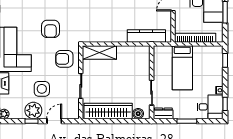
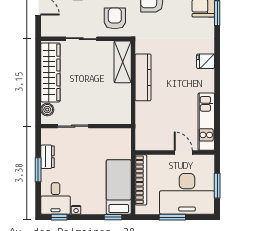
kitchen counter: (146, 36) -> (143, 77), moved
bed: (182, 68) -> (119, 187), moved, turned 90
dresser: (163, 113) -> (47, 157), moved

